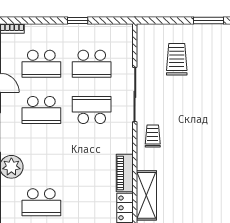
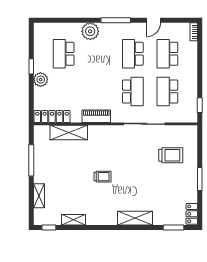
window: (78, 20) -> (200, 105), moved
trolley: (153, 136) -> (102, 177), moved
piano: (125, 173) -> (96, 116), moved

